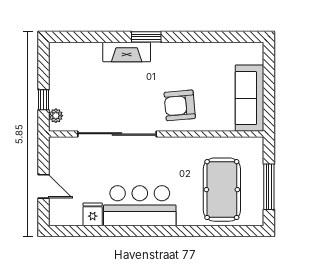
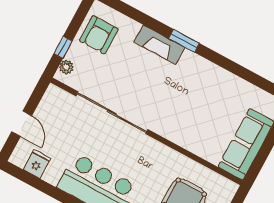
armchair: (180, 105) -> (99, 35), moved, turned -85
fridge: (93, 214) -> (37, 164), moved

